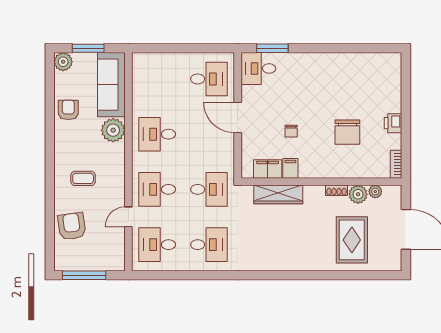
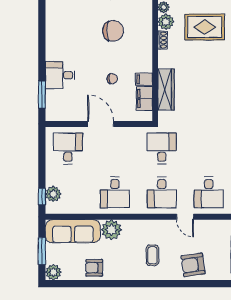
window: (152, 48) -> (42, 197), added
plant: (155, 62) -> (53, 194), added
desk: (258, 68) -> (60, 75), moved, turned 90
door: (238, 117) -> (101, 124), swing flipped
desk: (209, 245) -> (209, 148), removed

